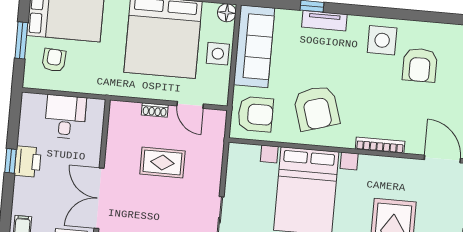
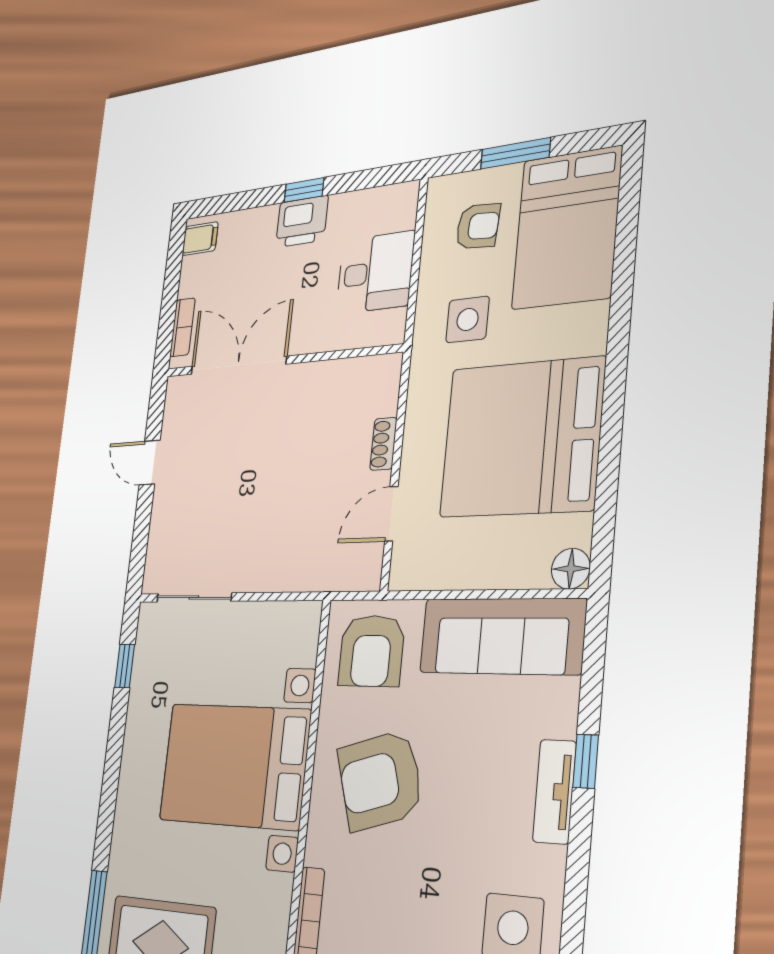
side table: (218, 54) -> (468, 319), moved
rug: (162, 162) -> (292, 474), removed

